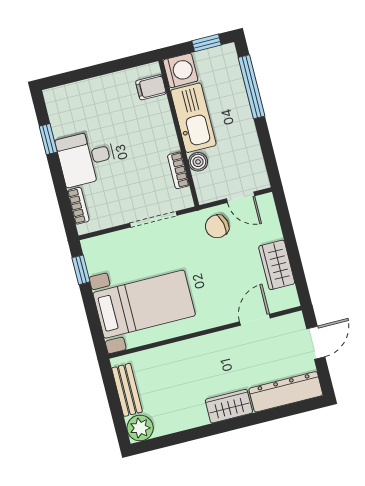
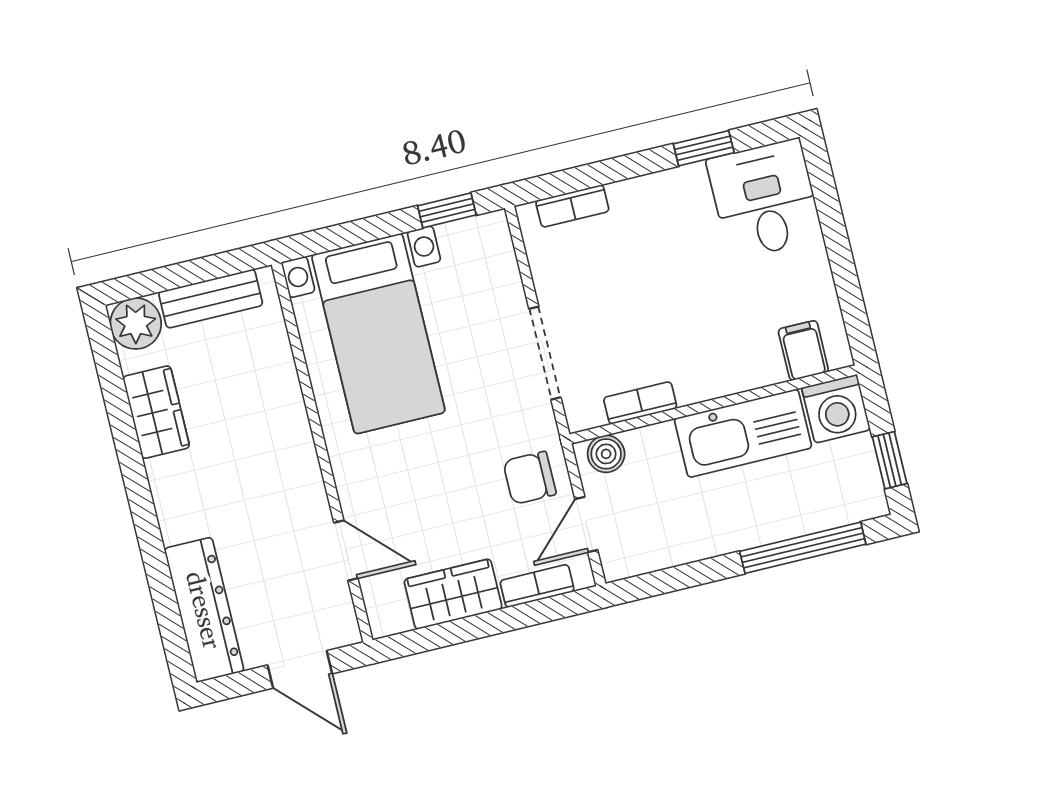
desk: (86, 158) -> (765, 199), moved
boiler: (198, 162) -> (606, 454), moved
bookcase: (272, 222) -> (537, 586), added
chair: (217, 226) -> (530, 478), turned -77
wardrobe: (229, 406) -> (156, 412), moved

